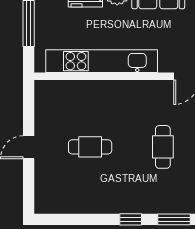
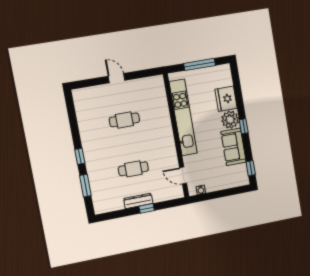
cafe table: (90, 147) -> (124, 120), turned 90

